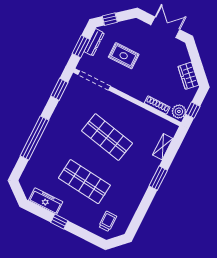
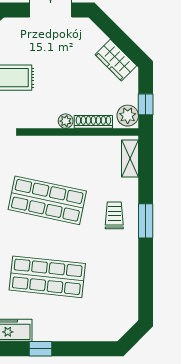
plant: (141, 96) -> (66, 121), added
shelving: (163, 147) -> (130, 158), moved
trolley: (108, 221) -> (114, 215), moved

